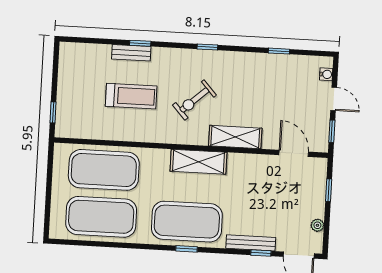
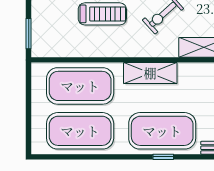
window: (53, 112) -> (29, 34), width x1.50
shelving: (199, 162) -> (150, 73), moved

